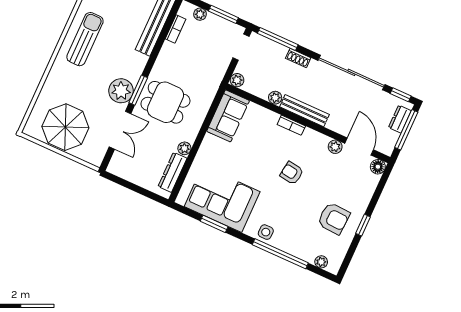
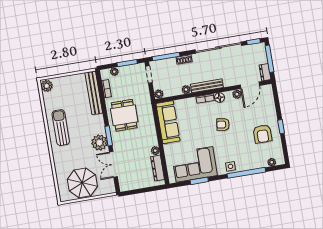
dining table: (165, 102) -> (124, 115), moved, turned 90
sofa: (228, 116) -> (168, 122), width x1.36
dresser: (400, 119) -> (265, 72), moved
double door: (120, 130) -> (113, 164), swing flipped
door: (359, 147) -> (250, 85), swing flipped
floor lamp: (378, 167) -> (220, 98), moved
armchair: (334, 218) -> (262, 134), turned 87

